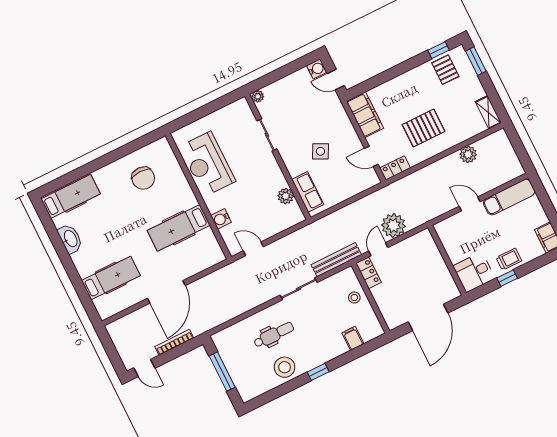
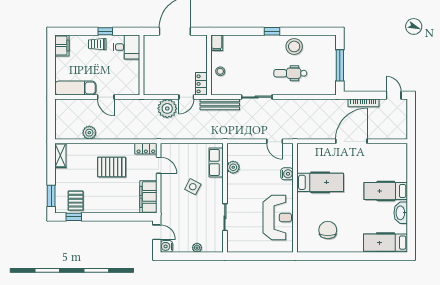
plant: (258, 96) -> (197, 248), moved
hospital bed: (111, 278) -> (386, 191), moved
filing cabinet: (353, 338) -> (217, 43), moved

